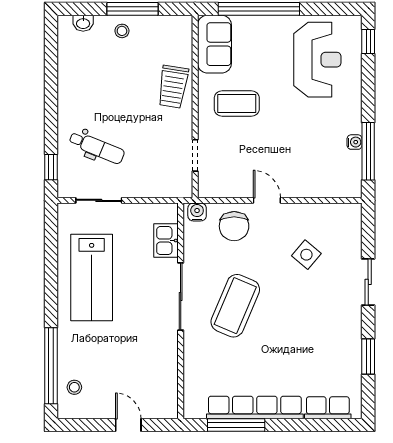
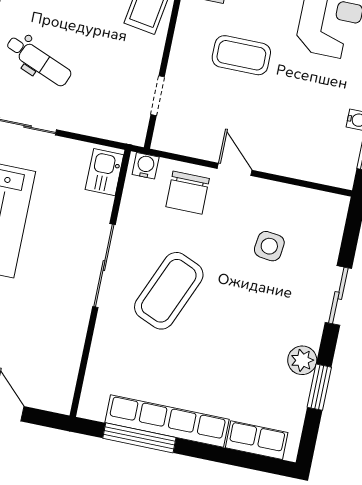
coffee table: (237, 104) -> (241, 55), moved
kitchen sink: (166, 241) -> (104, 172), moved
side table: (306, 255) -> (269, 246), turned -33
plant: (350, 338) -> (302, 360), added

